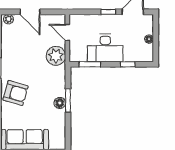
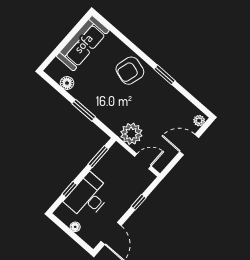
window: (108, 12) -> (139, 202), moved
desk: (105, 48) -> (88, 197), moved
floor lamp: (60, 103) -> (67, 83), moved

